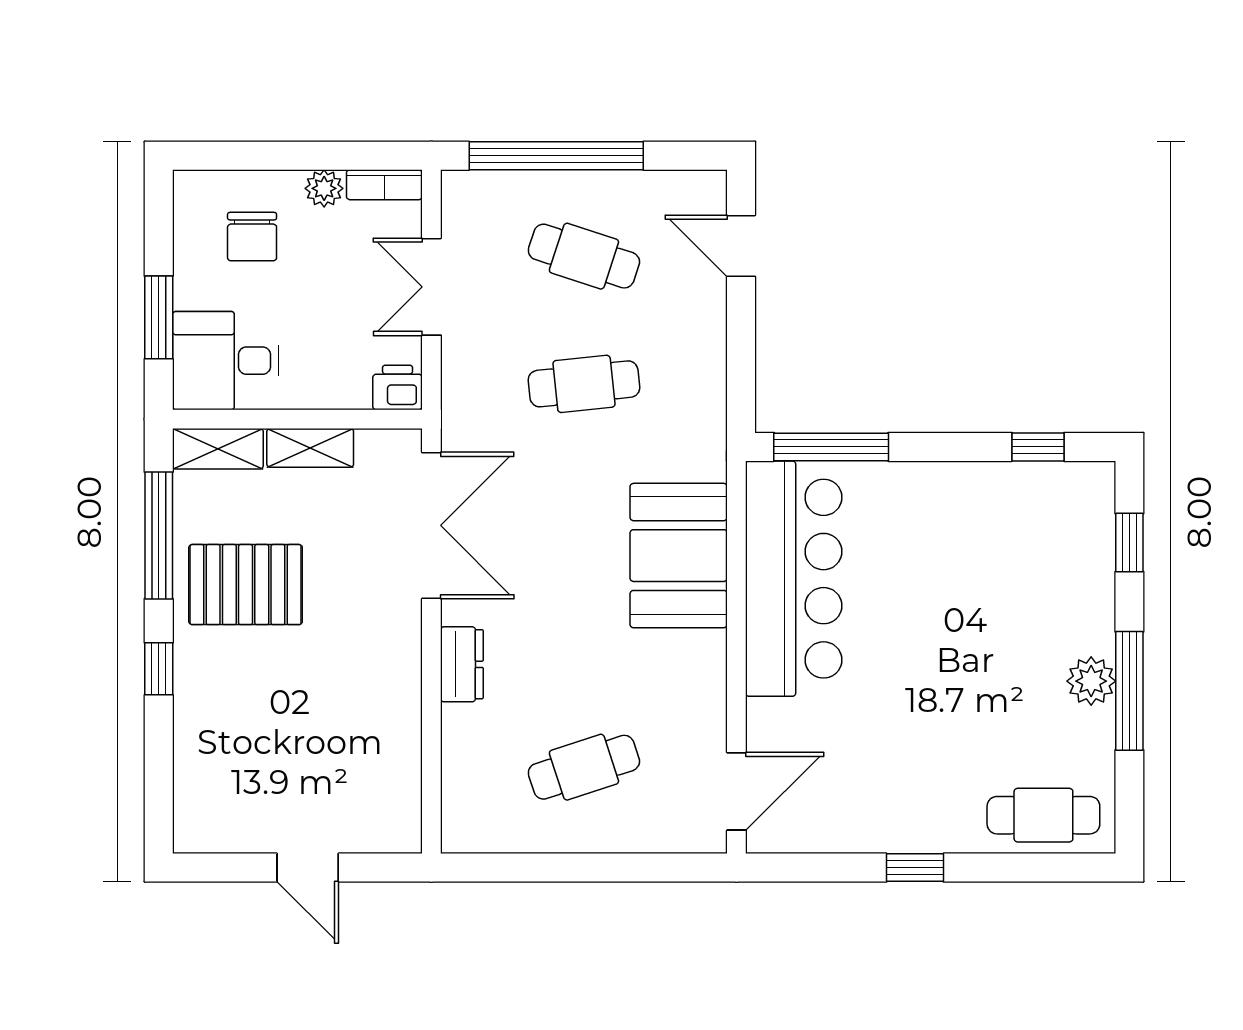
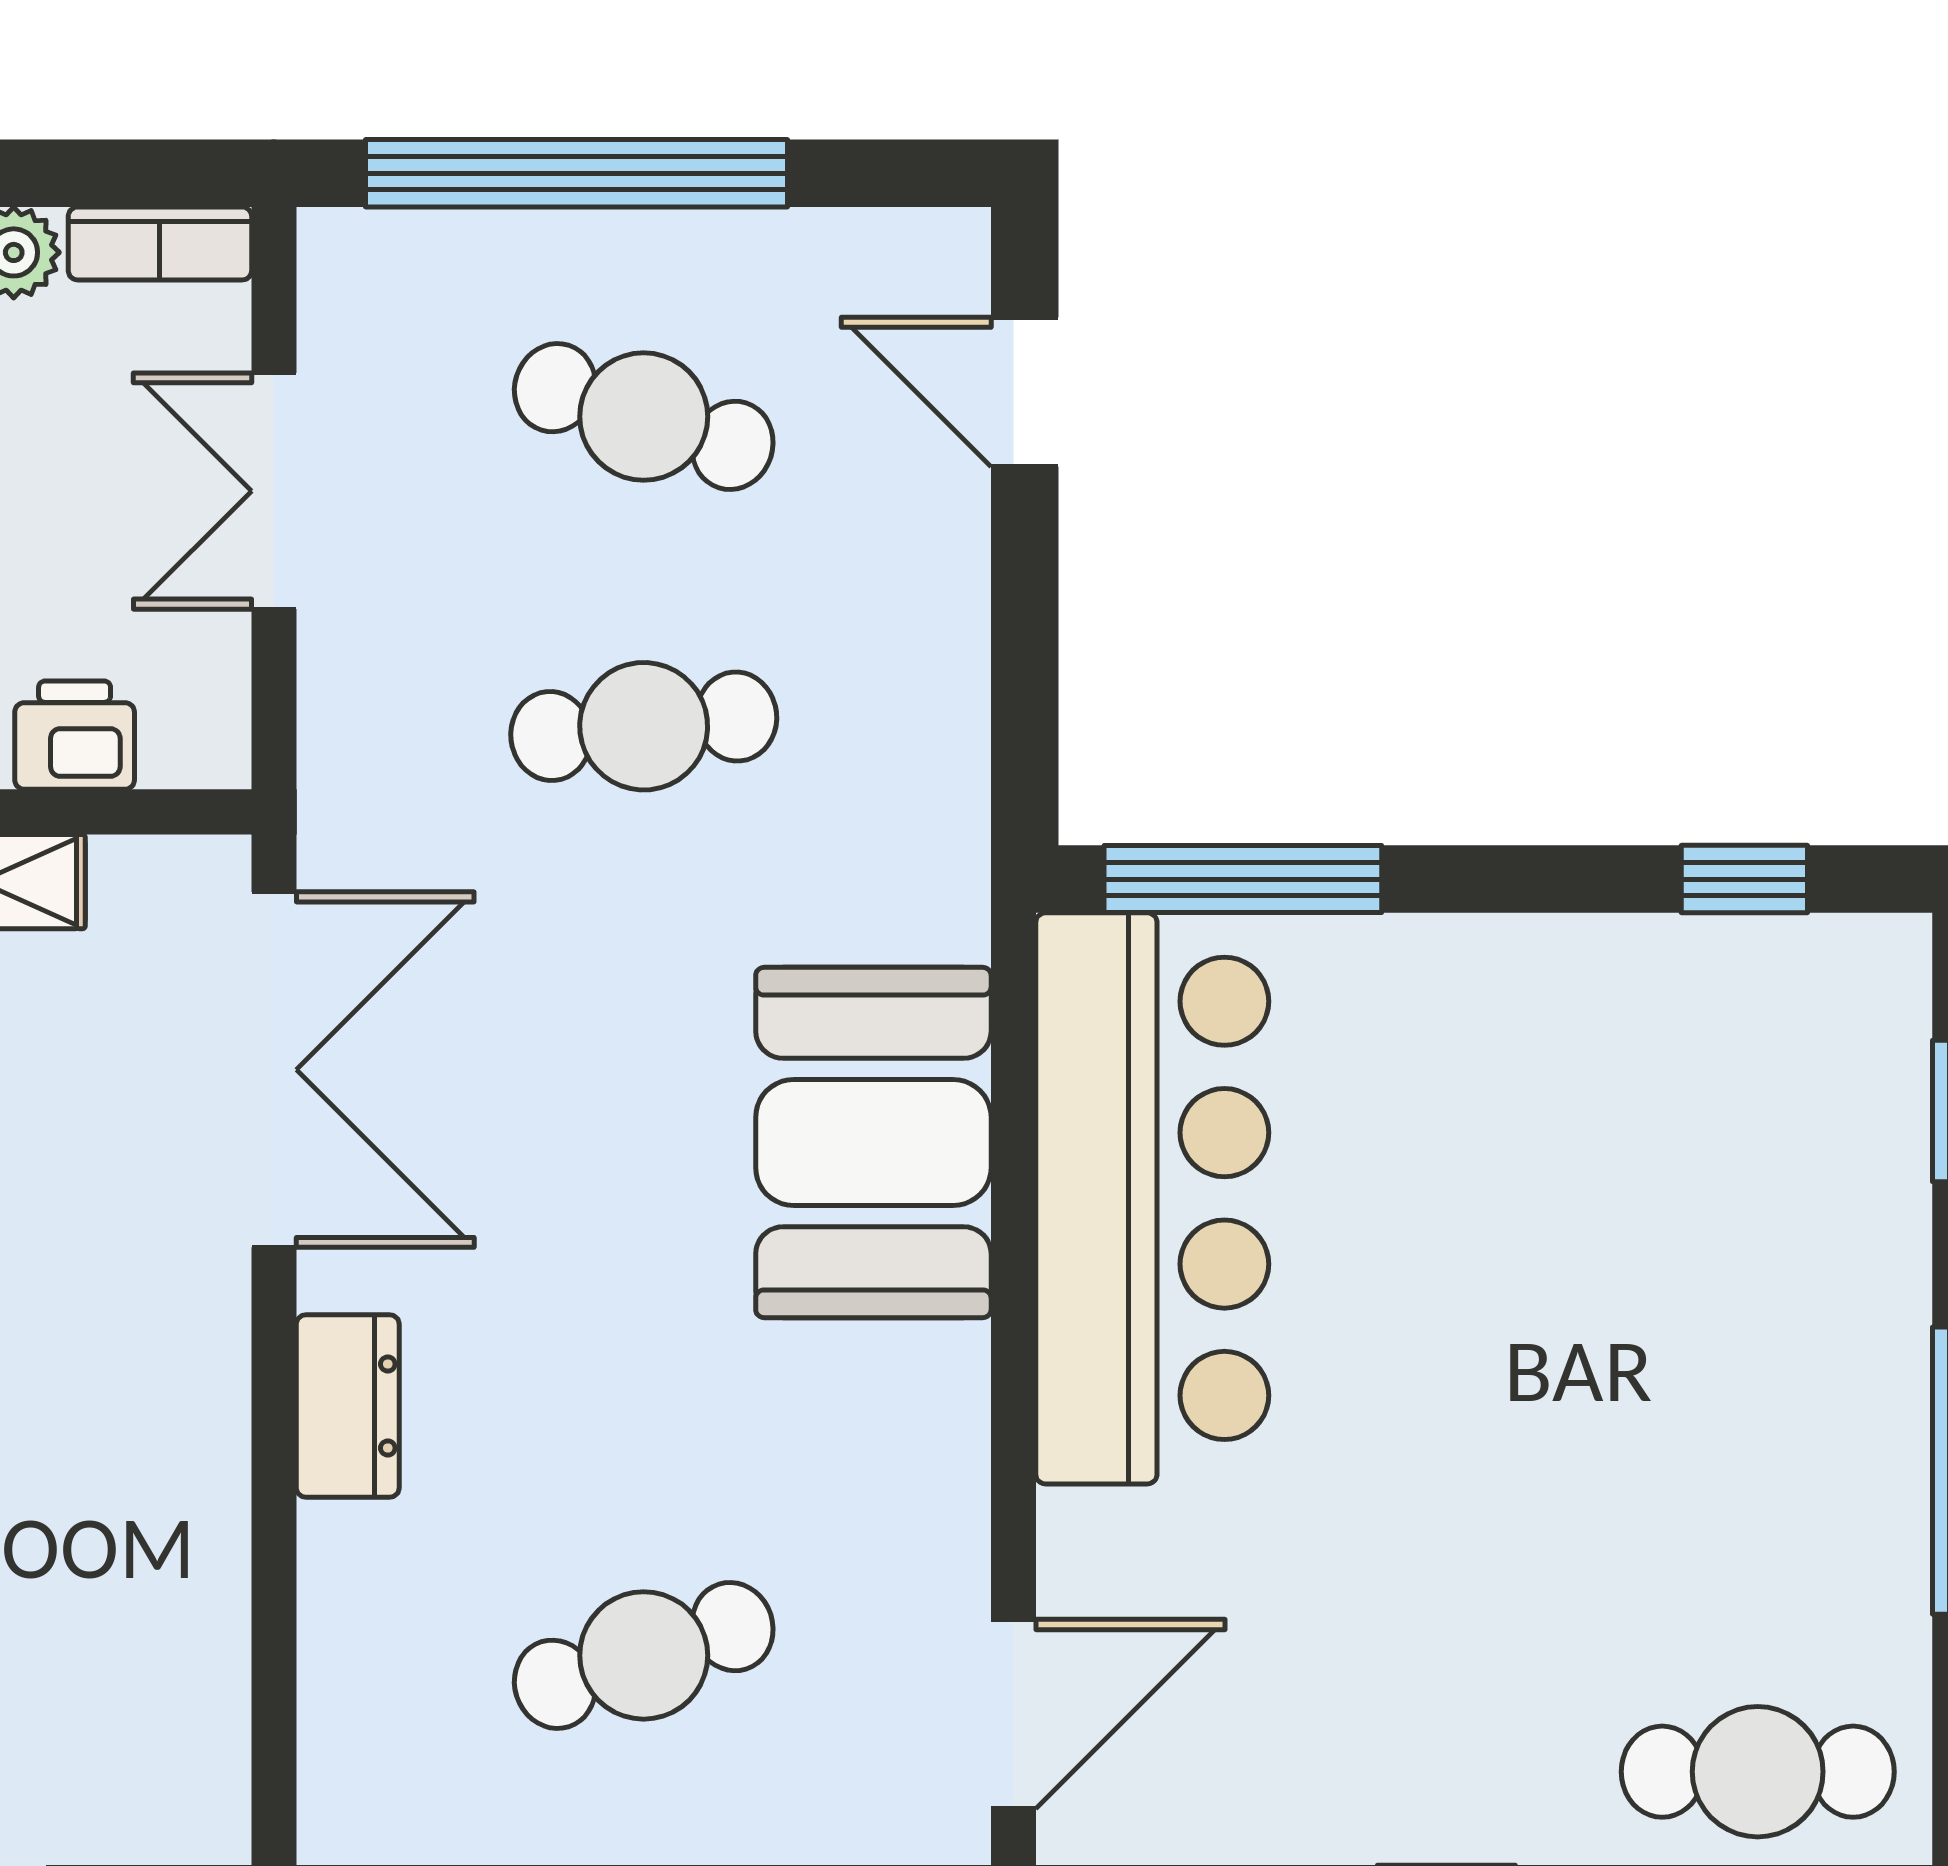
printer: (398, 388) -> (75, 735), moved
plant: (1091, 681) -> (1873, 1447), removed

